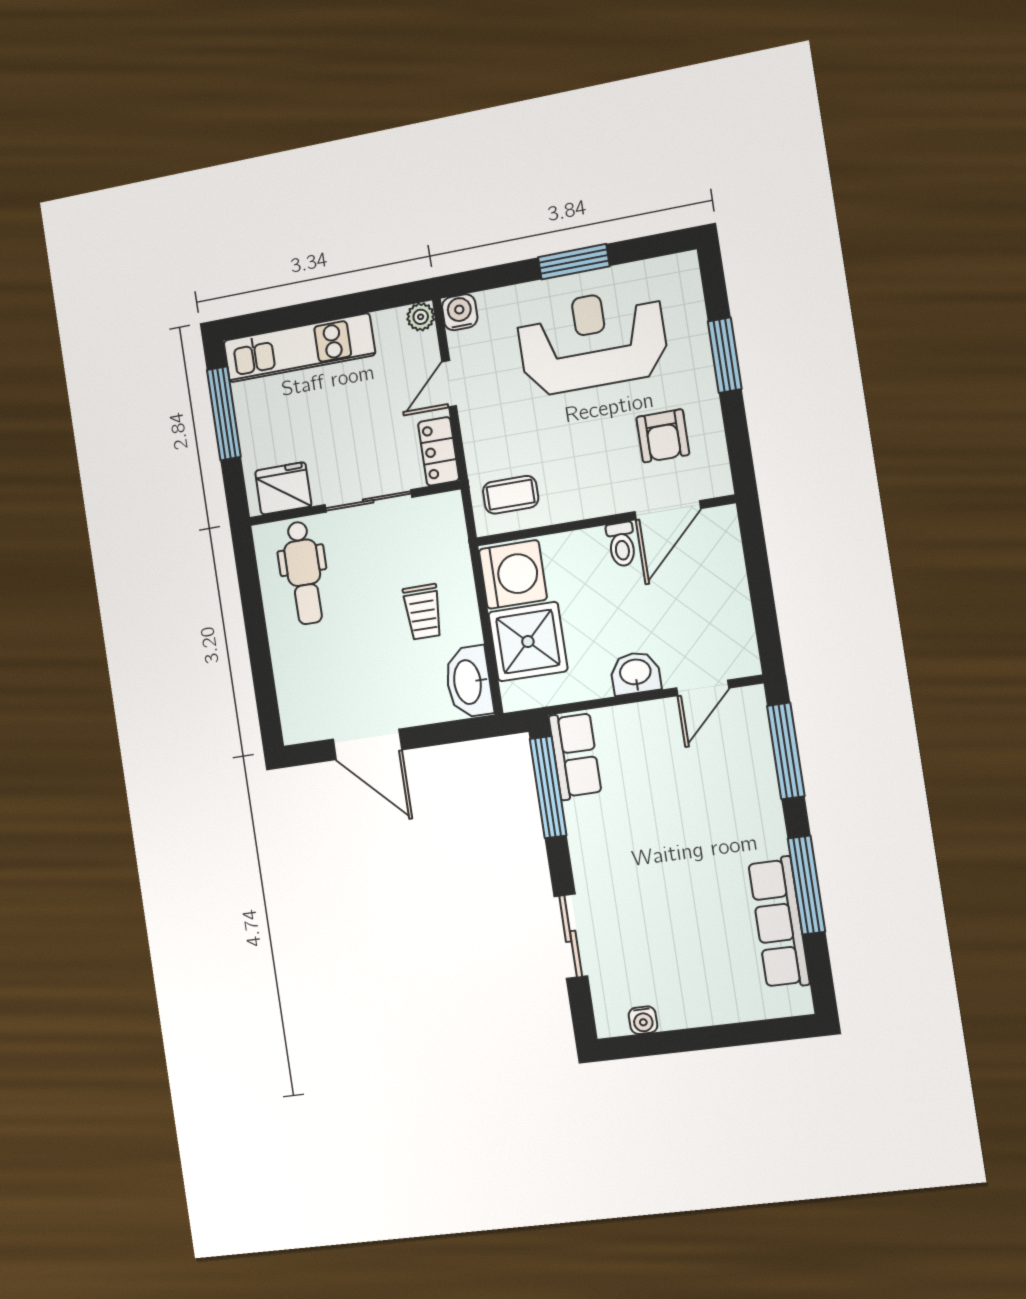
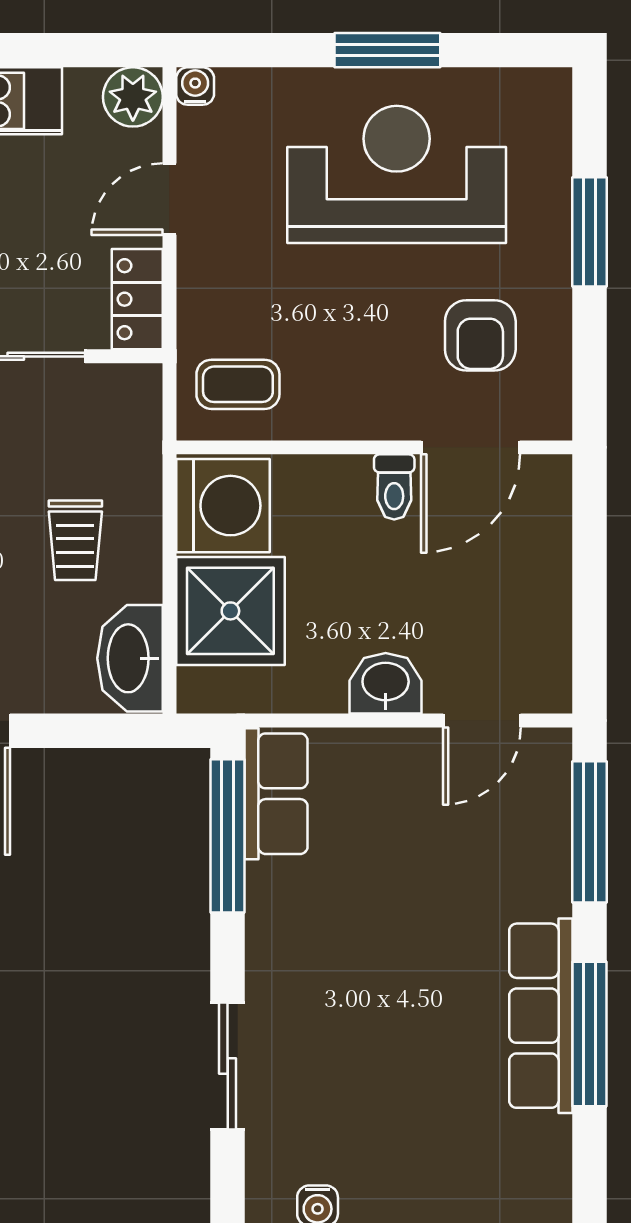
water cooler: (460, 312) -> (195, 86), width x0.72, depth x0.72
plant: (421, 317) -> (133, 97), width x1.38, depth x1.38
row of seats: (779, 923) -> (541, 1016), moved

